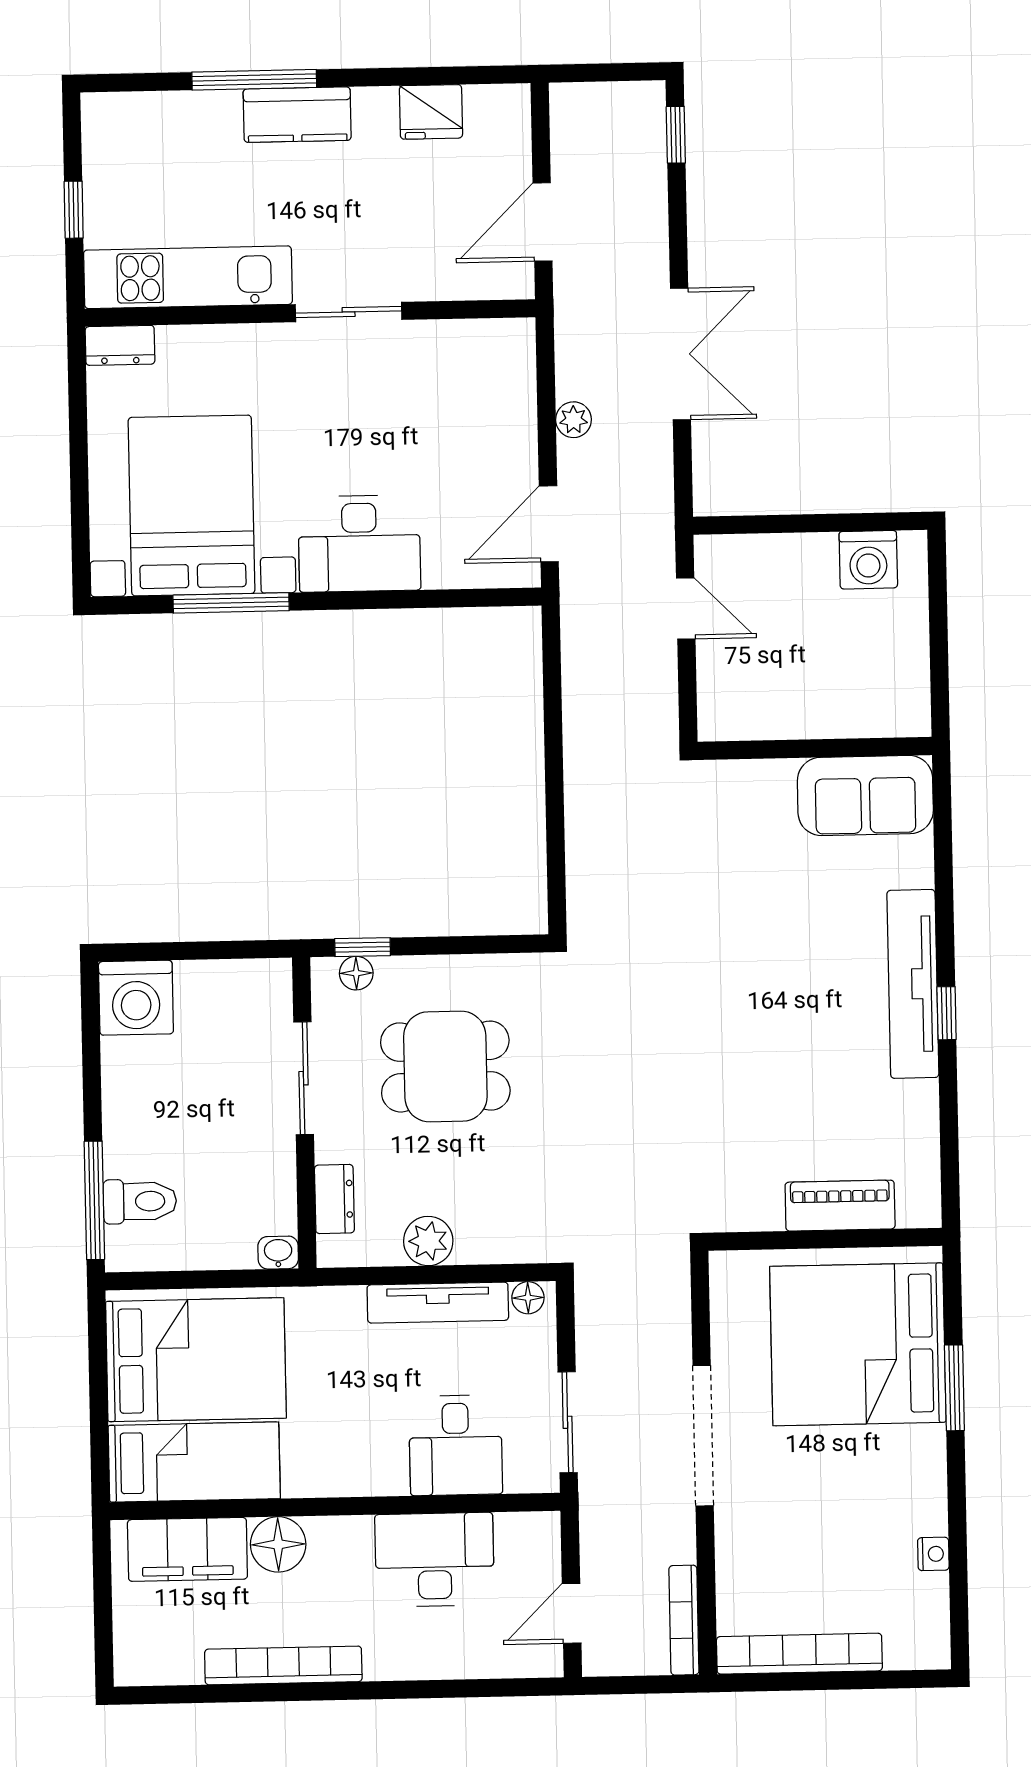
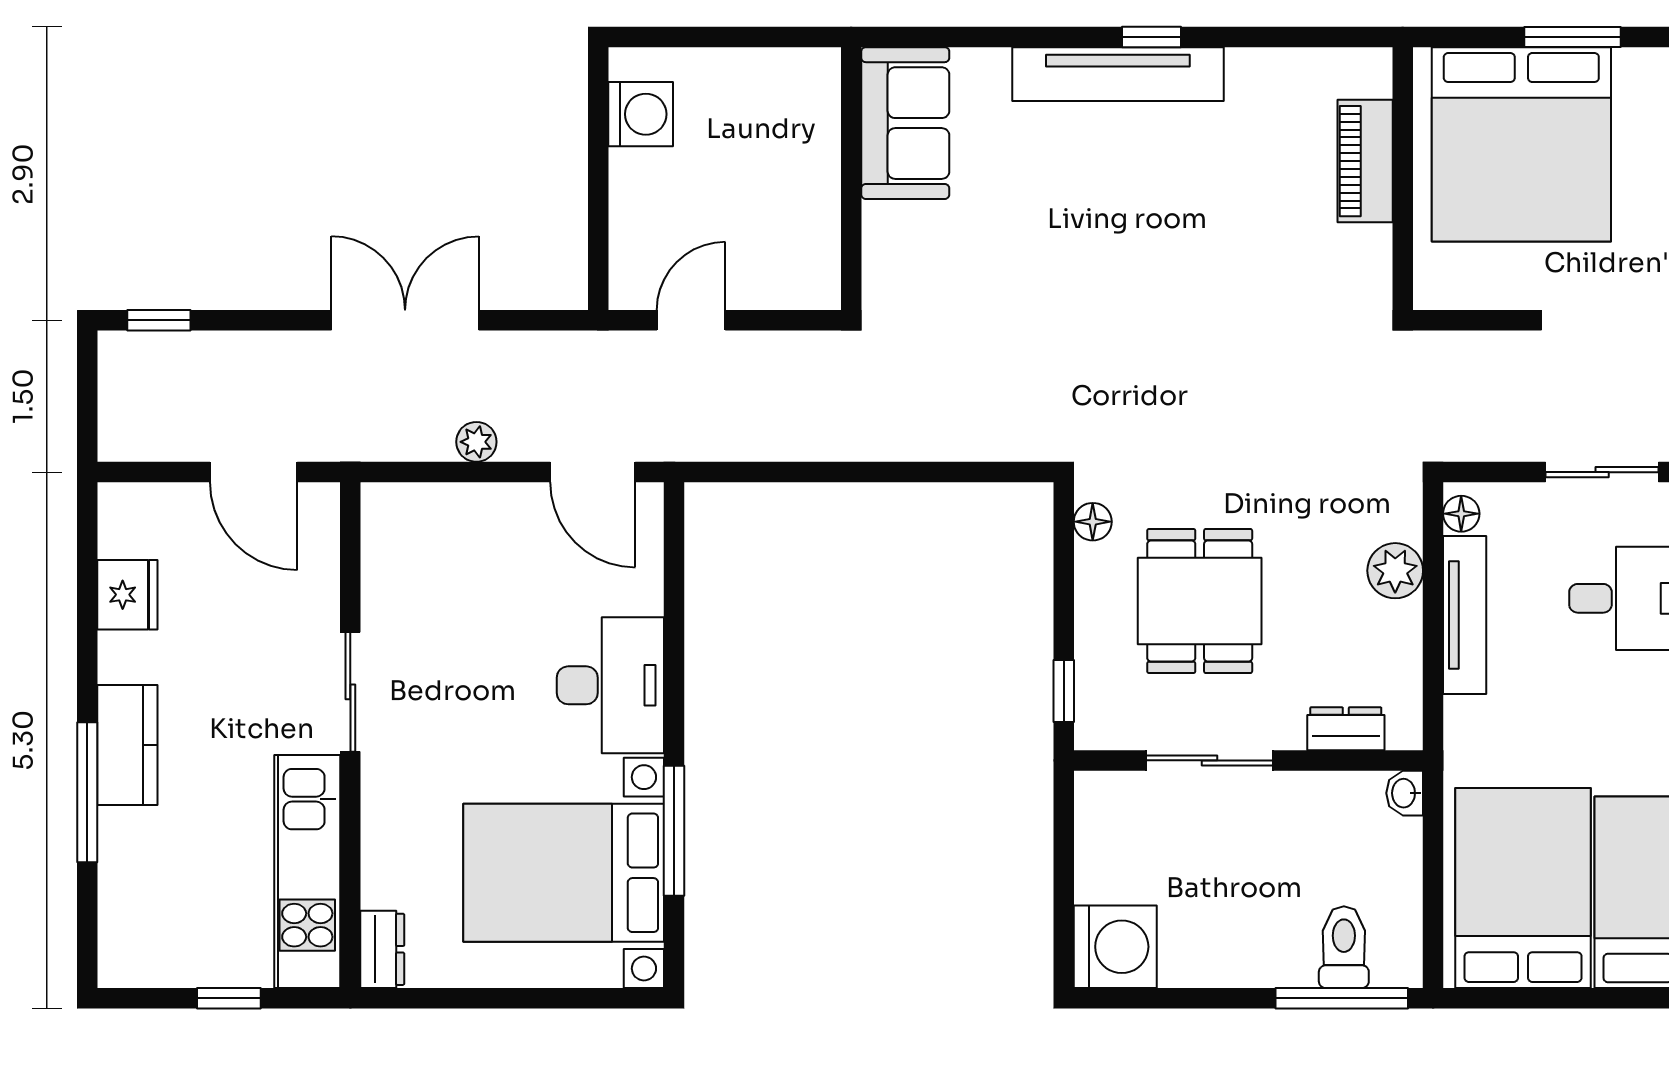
floor lamp: (356, 973) -> (1093, 522), moved
plant: (428, 1241) -> (1395, 571), moved

